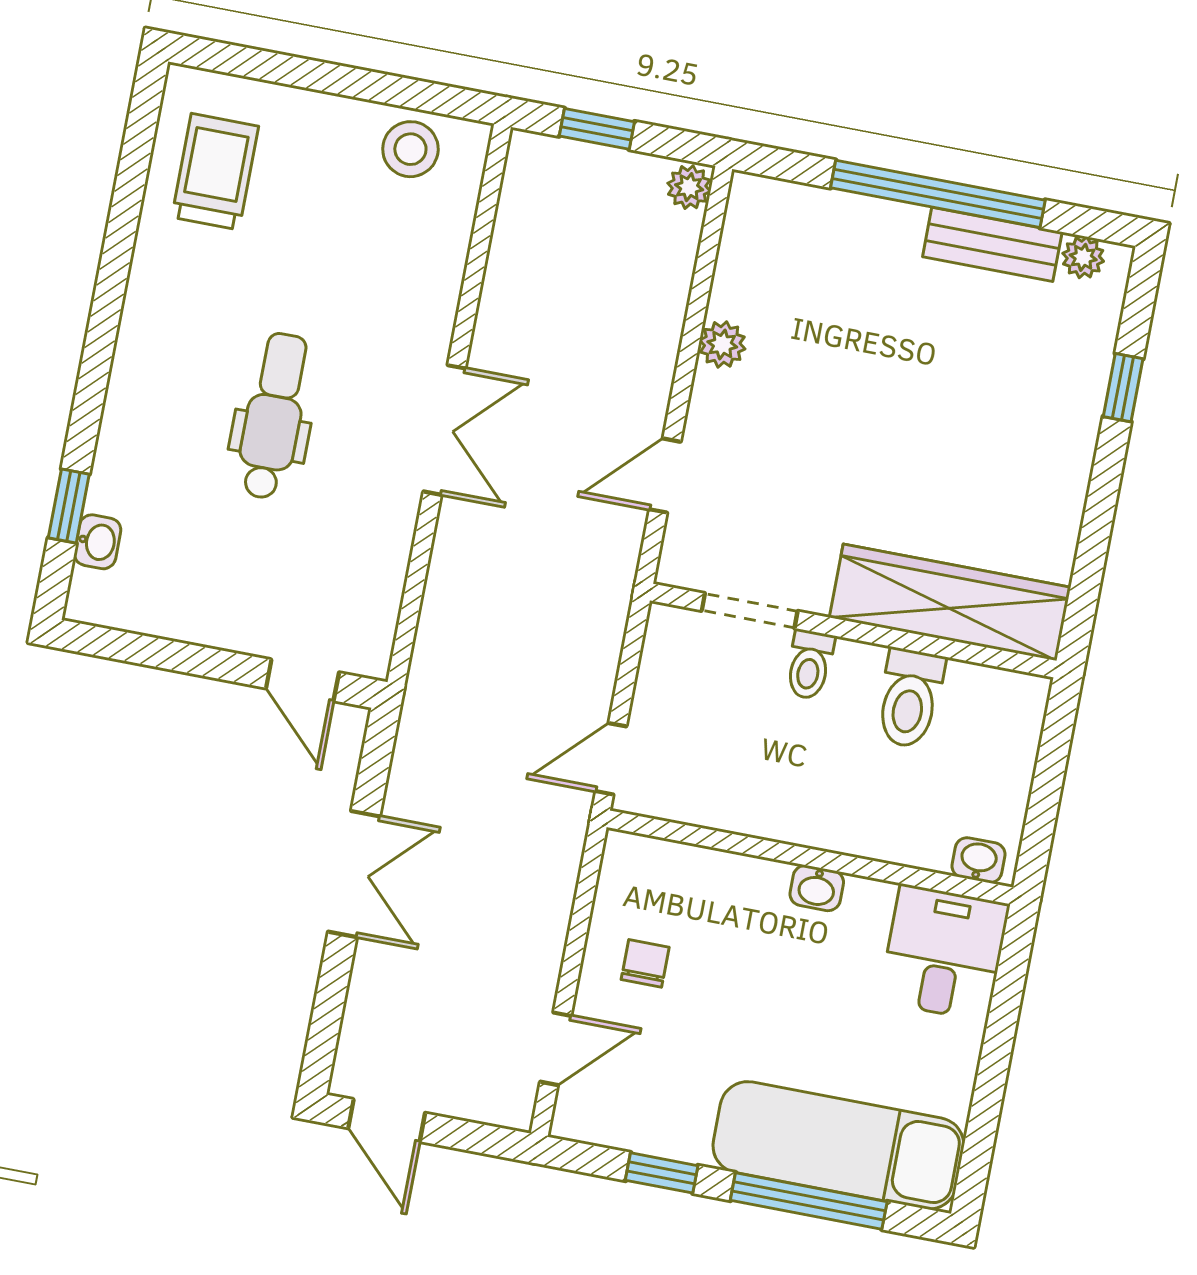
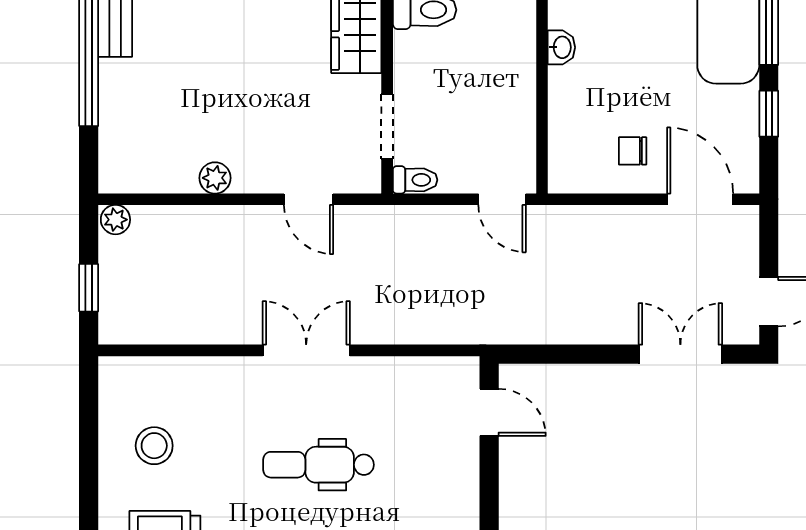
stool: (410, 149) -> (154, 446), moved
toilet: (810, 665) -> (415, 180), moved
door: (302, 680) -> (489, 412), hinge flipped
double door: (354, 874) -> (680, 354), moved
door: (556, 1049) -> (700, 199), width x1.38

